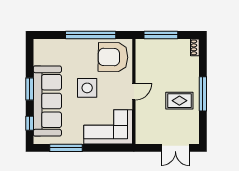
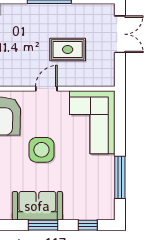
door: (134, 92) -> (46, 89), hinge flipped
sofa: (47, 101) -> (37, 206), width x0.54, depth x0.79
rug: (179, 101) -> (68, 50), moved, turned 90

